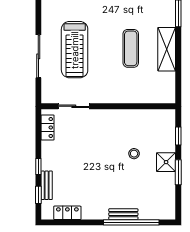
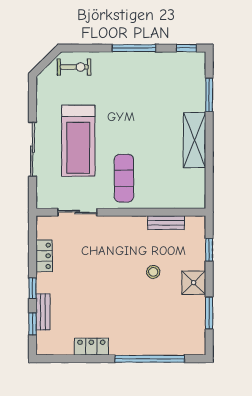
exercise mat: (131, 48) -> (124, 178), moved
locker: (48, 127) -> (44, 256), moved
window: (178, 172) -> (209, 313), moved
locker: (67, 213) -> (91, 347), moved
bench: (123, 214) -> (166, 223), moved

